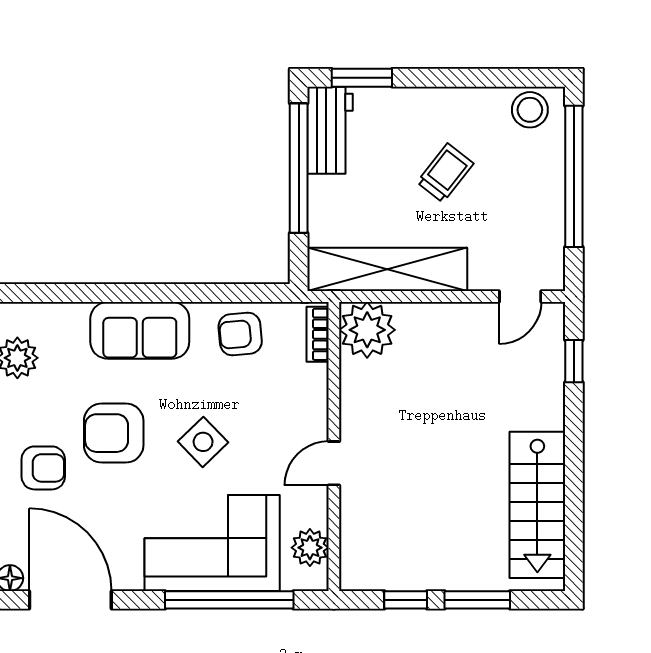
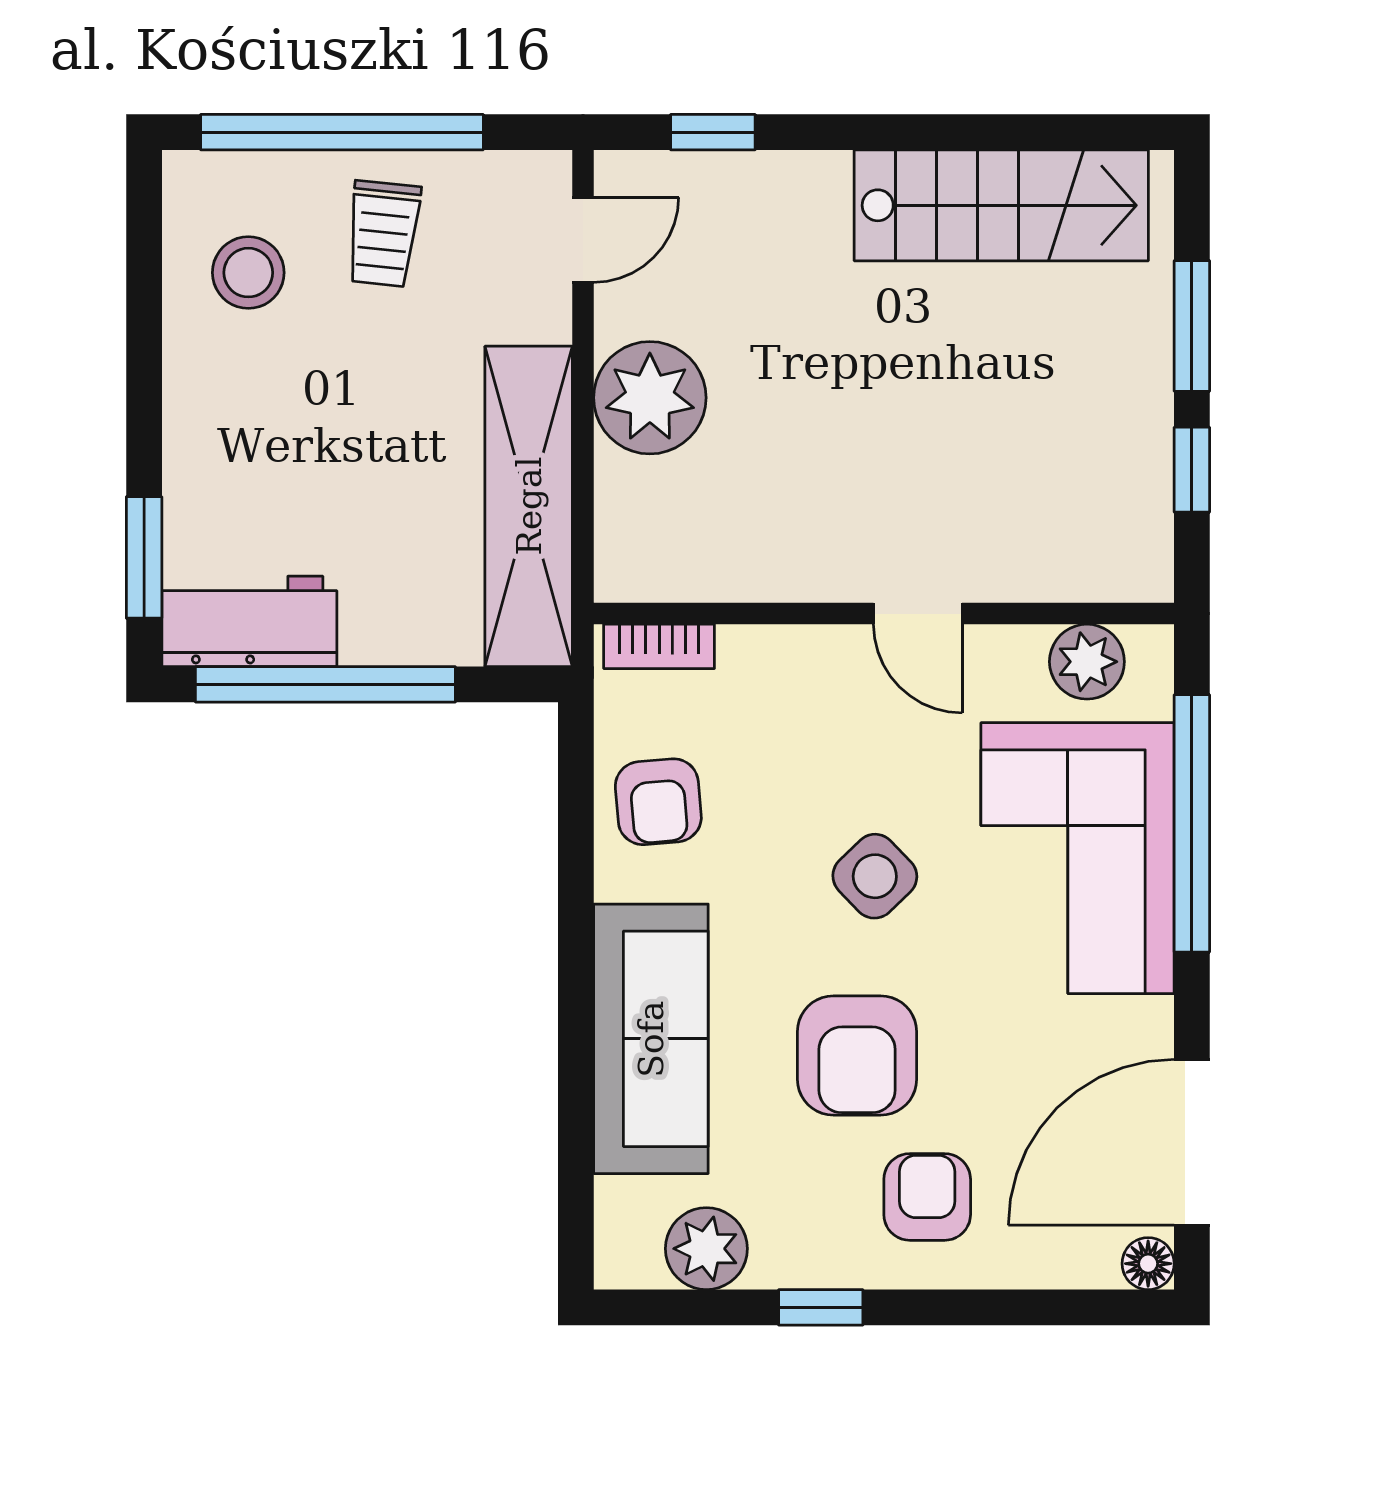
stool: (530, 110) -> (248, 273), moved
trolley: (445, 173) -> (383, 234), moved, turned -122
door: (520, 296) -> (583, 240), hinge flipped
sofa: (140, 330) -> (651, 1039), width x1.36
plant: (367, 330) -> (650, 398), moved

